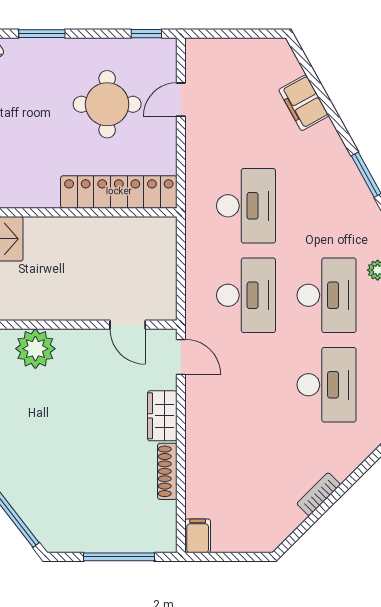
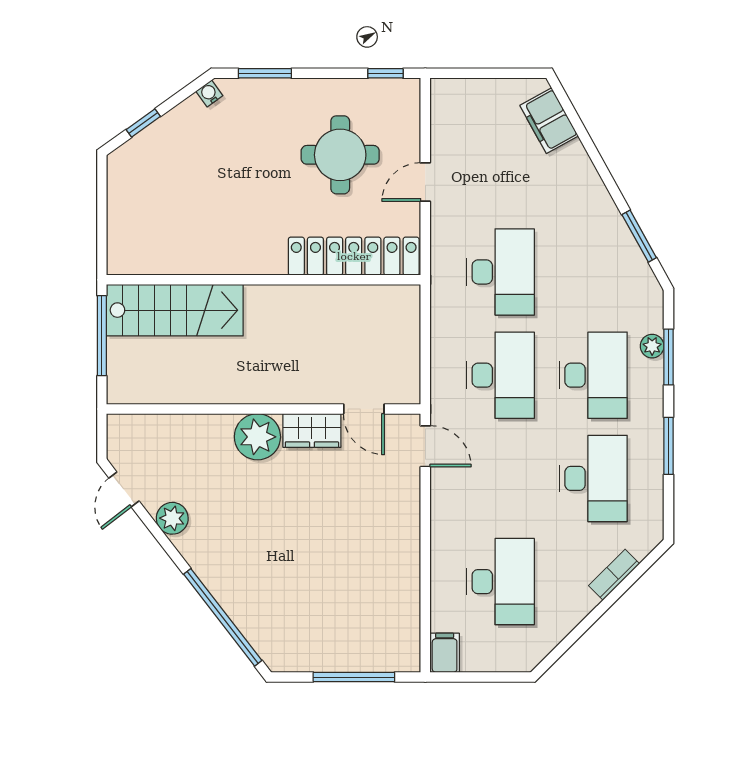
door: (181, 100) -> (425, 182), moved
filing cabinet: (304, 103) -> (549, 121), moved
wardrobe: (162, 416) -> (312, 430), moved, turned -90
shoe rack: (167, 471) -> (410, 578), removed
desk: (246, 474) -> (500, 582), added
bookcase: (319, 494) -> (614, 575), moved

